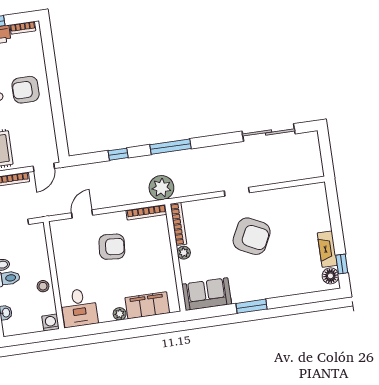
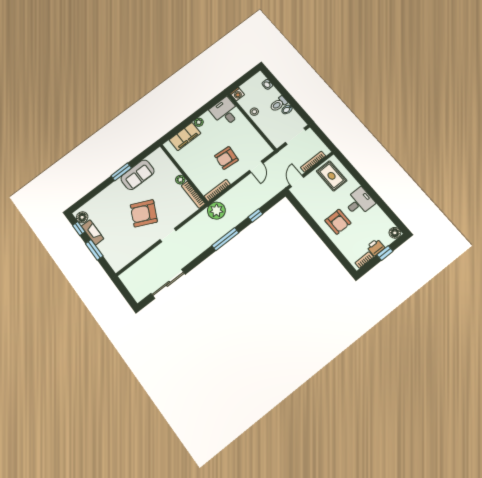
armchair: (26, 90) -> (338, 222), turned 90
window: (336, 226) -> (94, 250), added
sofa: (207, 294) -> (137, 175), moved

